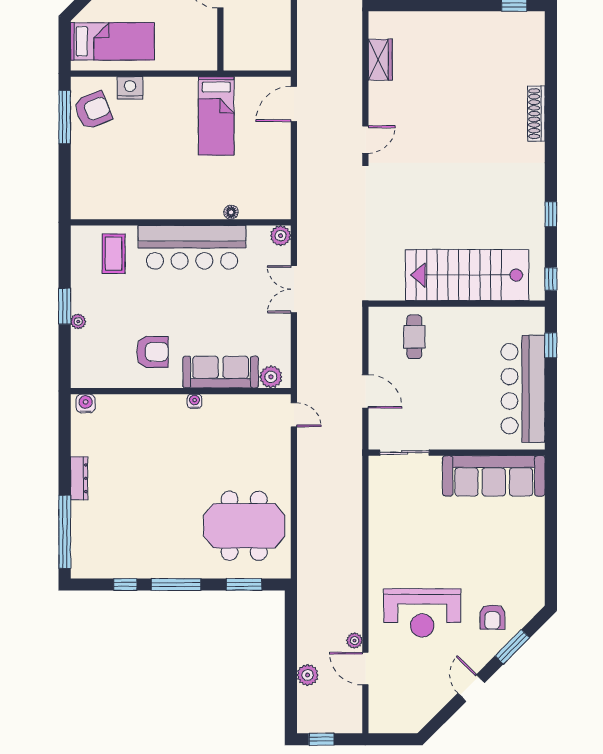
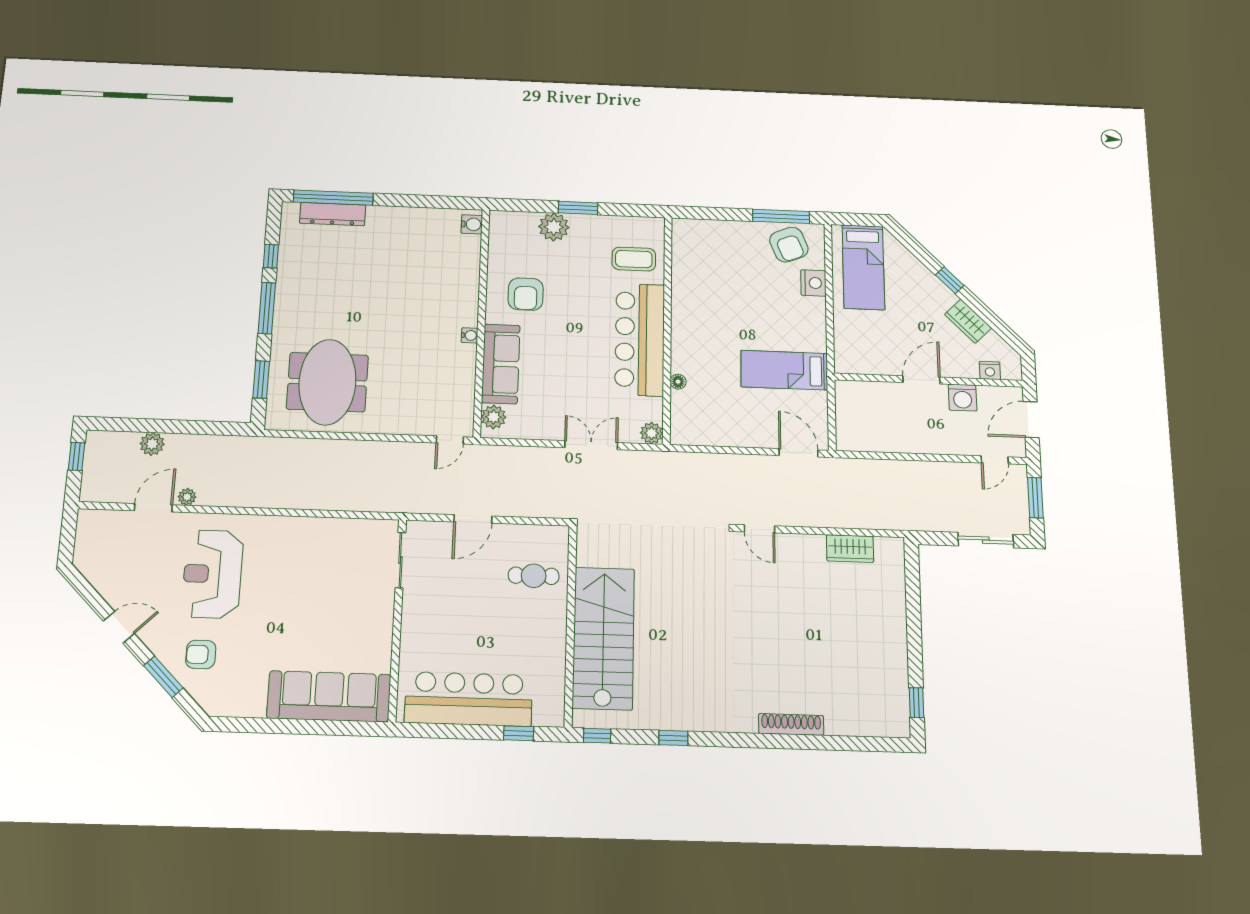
plant: (78, 321) -> (554, 227), width x1.88, depth x1.88
sofa: (494, 476) -> (329, 696), moved, turned 90
dresser: (79, 478) -> (333, 214), moved, width x1.37, depth x1.24

